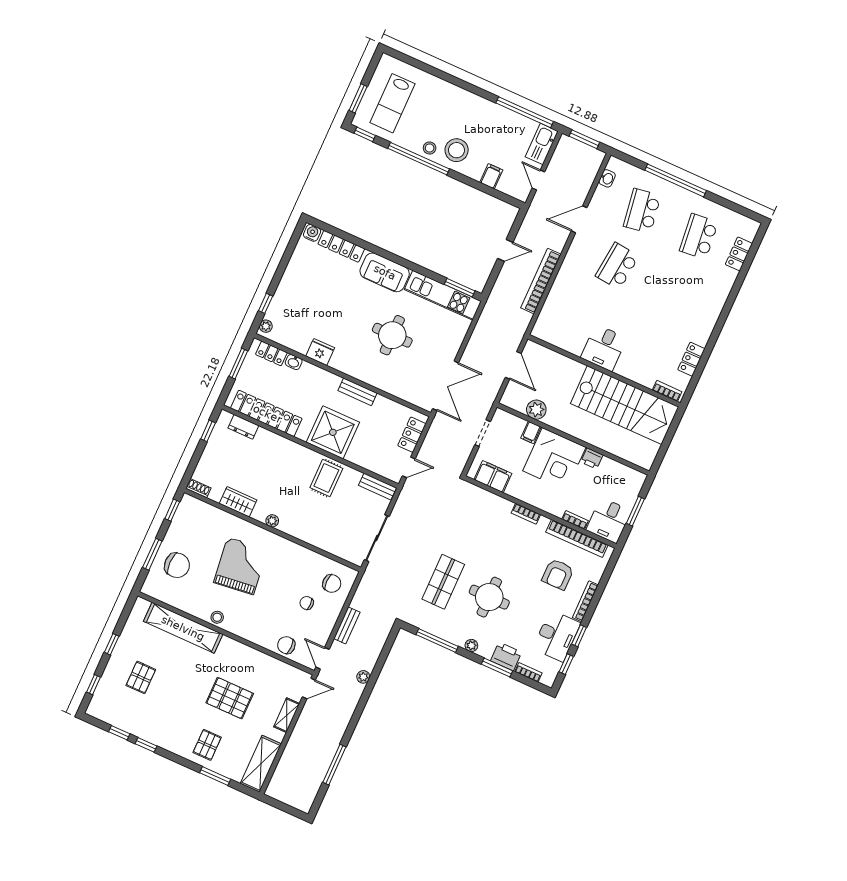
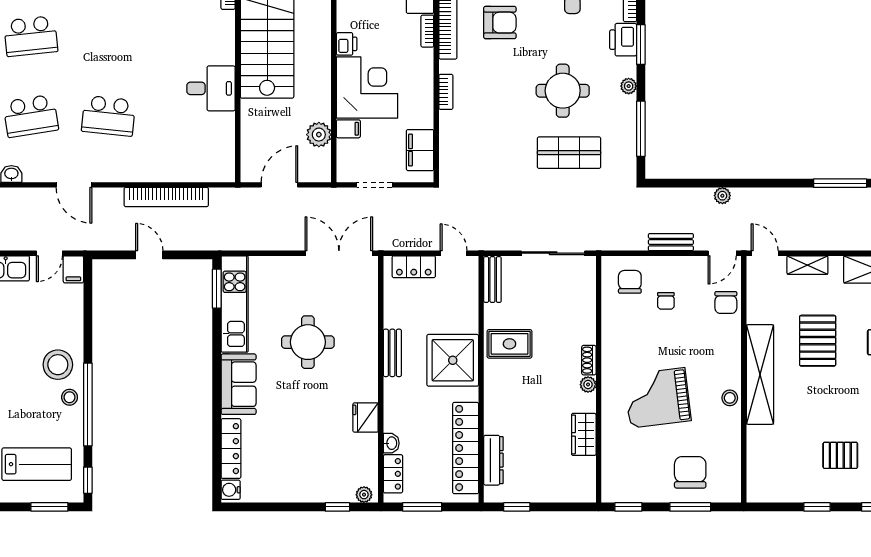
filing cabinet: (491, 176) -> (73, 269), moved, turned -90
dresser: (243, 427) -> (493, 460), width x1.44
shoe rack: (198, 488) -> (589, 360), moved
shelving: (183, 628) -> (760, 374), moved

